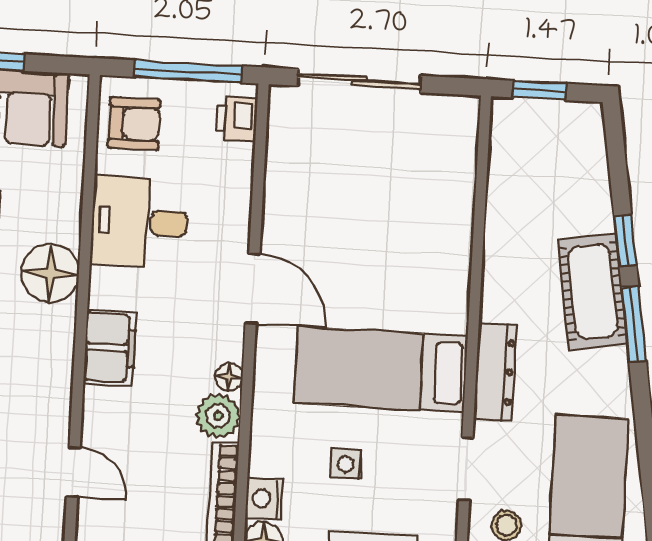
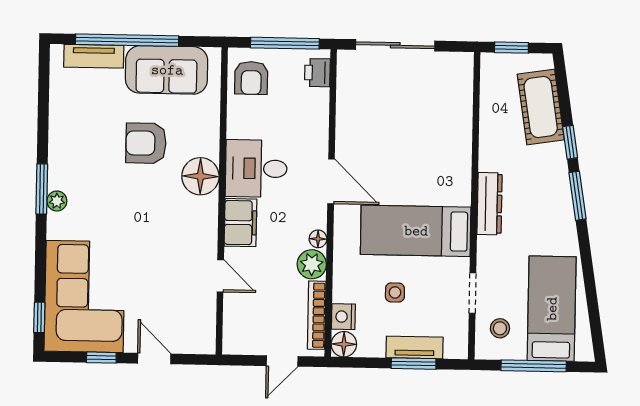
armchair: (134, 124) -> (251, 78), turned 90
desk: (139, 222) -> (256, 169), moved
cot: (593, 292) -> (541, 107), moved
dresser: (495, 372) -> (490, 204), moved
door: (73, 472) -> (220, 276), moved

